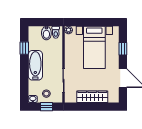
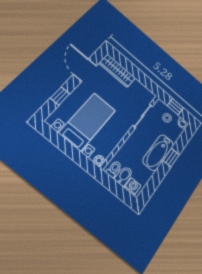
washing machine: (36, 31) -> (133, 187), added
window: (24, 48) -> (171, 158), moved
wardrobe: (92, 97) -> (117, 71), moved

